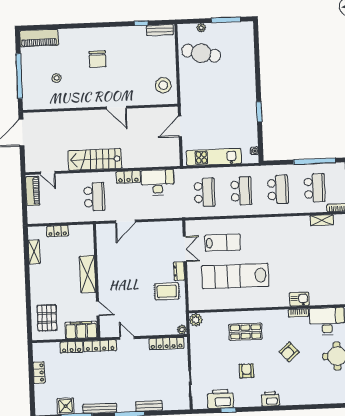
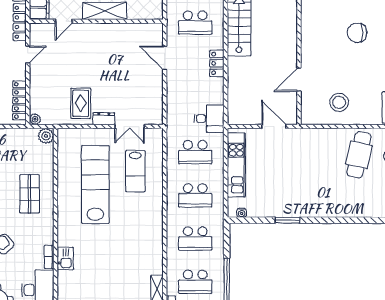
stool: (163, 85) -> (339, 102), moved
door: (116, 108) -> (299, 80), moved
desk: (158, 182) -> (209, 119), moved, width x0.73

